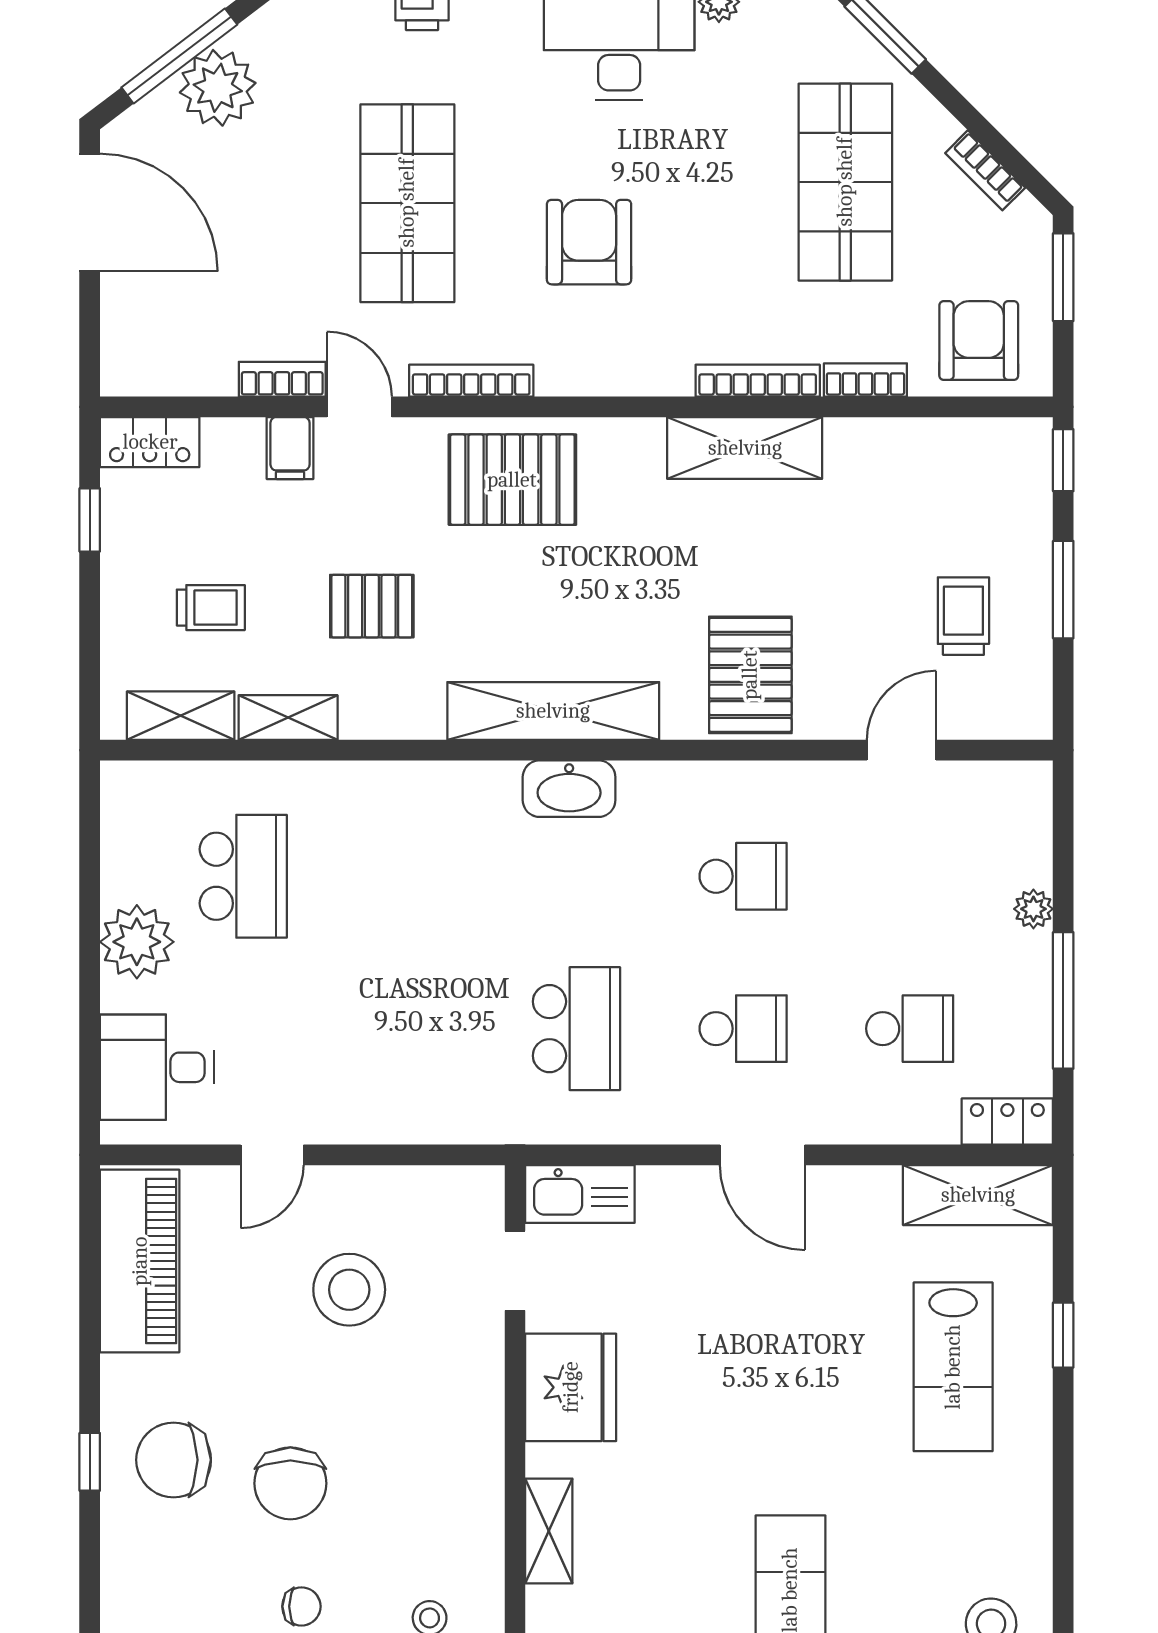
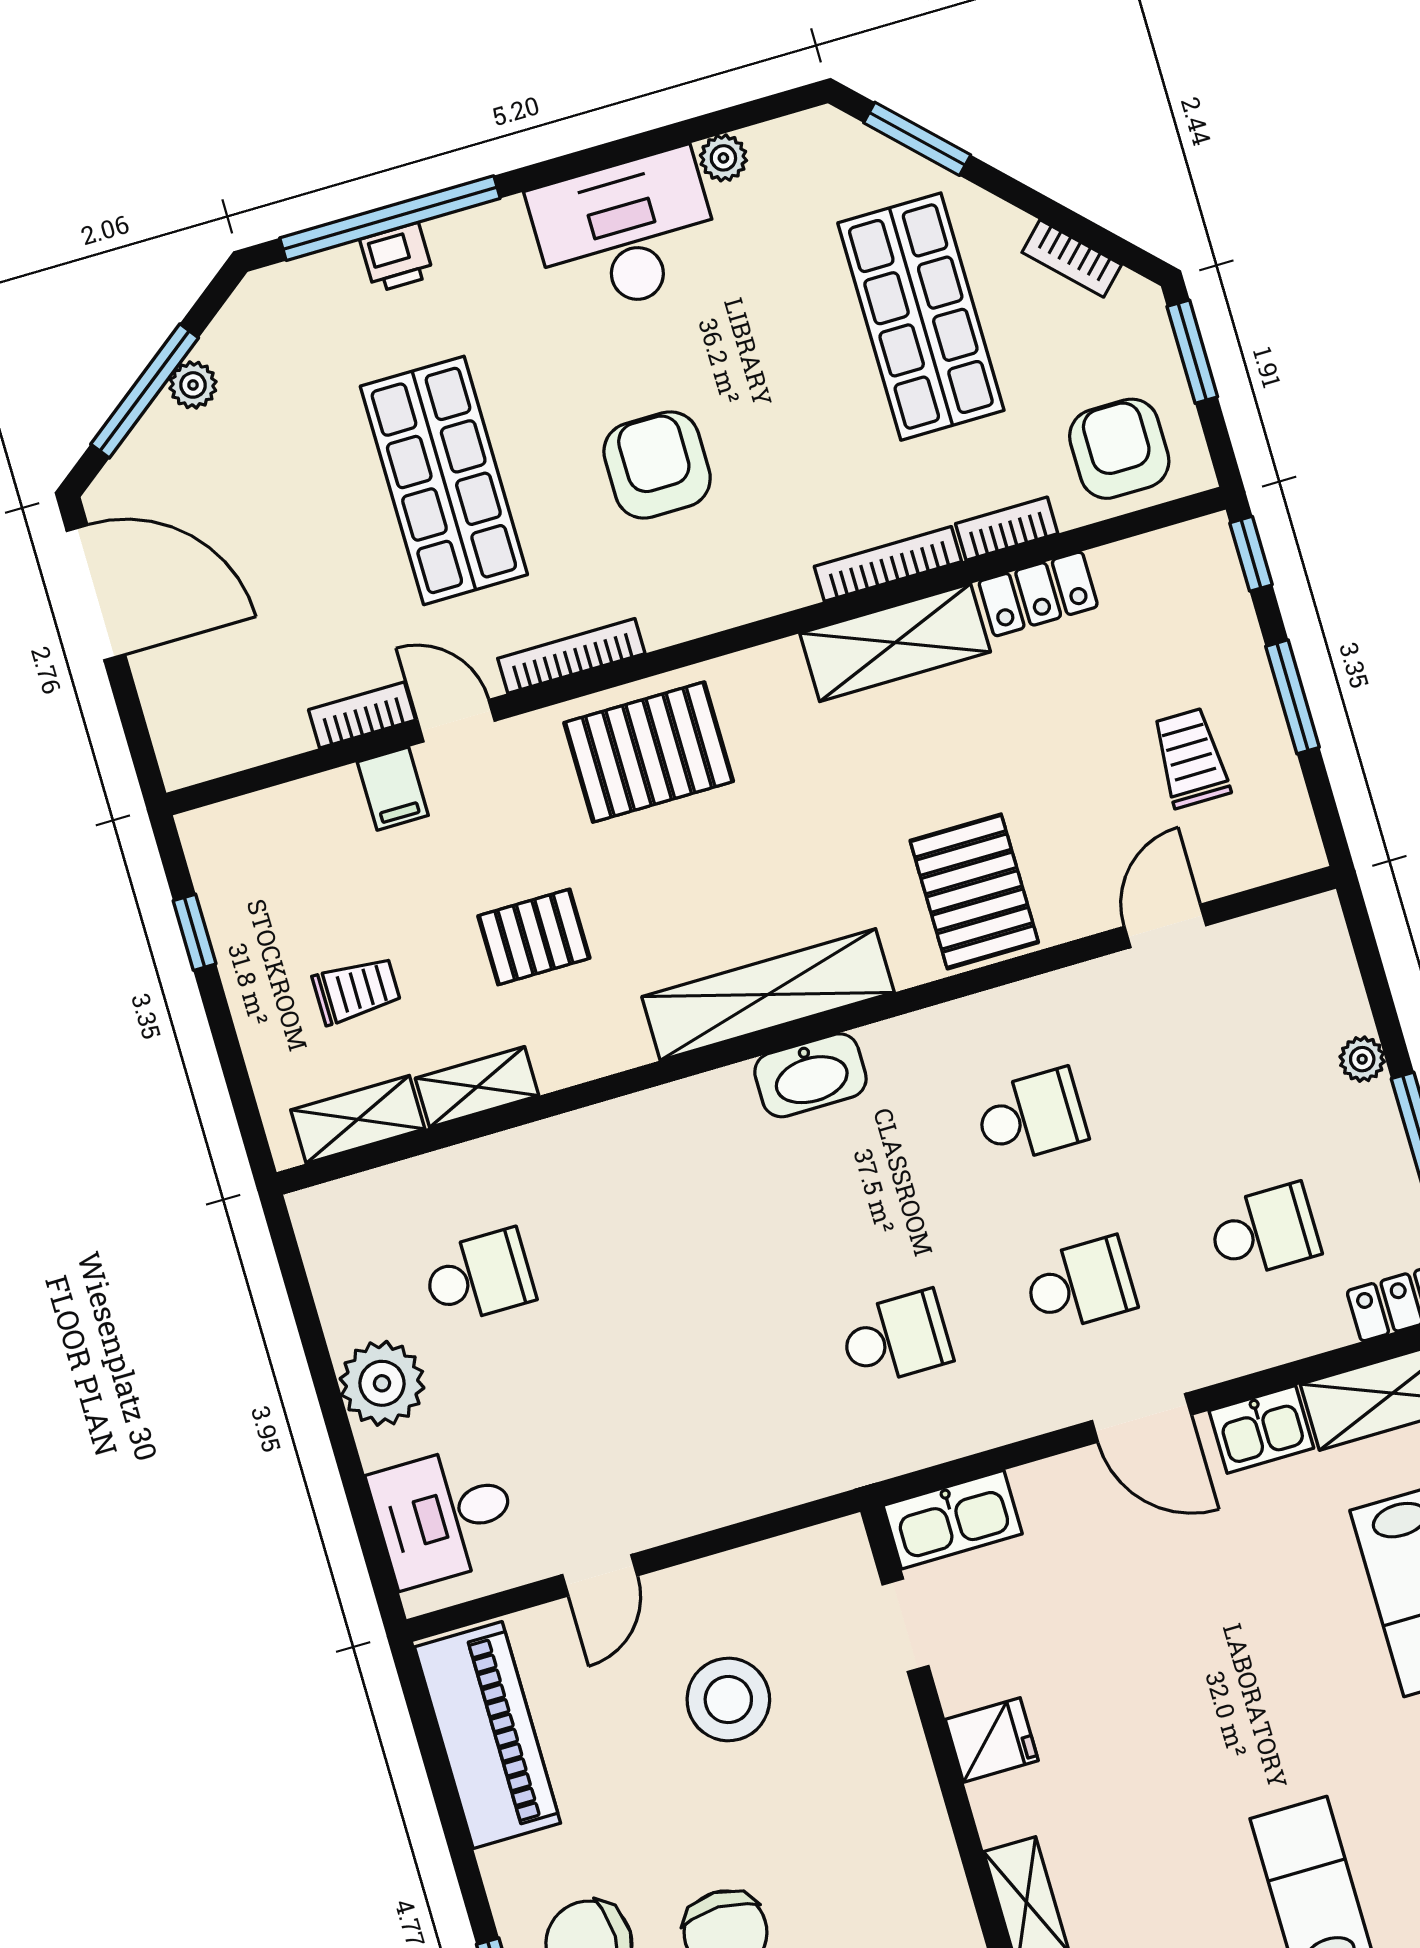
plant: (218, 88) -> (193, 385), width x0.53, depth x0.53
locker: (150, 442) -> (1038, 594), moved
school desk: (243, 876) -> (479, 1277), width x0.54
school desk: (576, 1029) -> (896, 1338), width x0.54
kitchen sink: (860, 1194) -> (1261, 1429), added
fridge: (571, 1387) -> (992, 1740), width x0.53, depth x0.75

